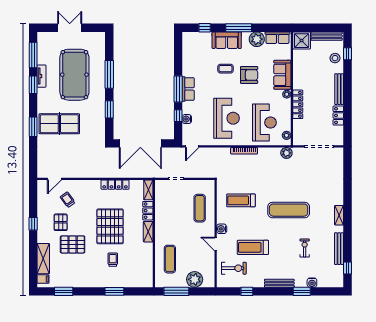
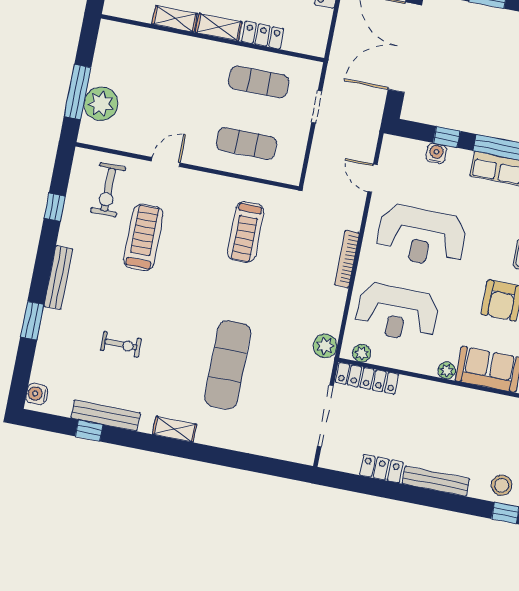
locker: (298, 104) -> (367, 378), moved
door: (192, 146) -> (372, 178), moved
shelving: (148, 190) -> (175, 19), moved
treadmill: (241, 200) -> (246, 232), turned 180
exercise mat: (289, 210) -> (228, 365), moved
water cooler: (222, 229) -> (195, 180), removed
exercise mat: (170, 259) -> (259, 82), moved
window: (348, 268) -> (89, 430), moved
water cooler: (312, 283) -> (37, 394), moved
window: (176, 291) -> (78, 92), moved

